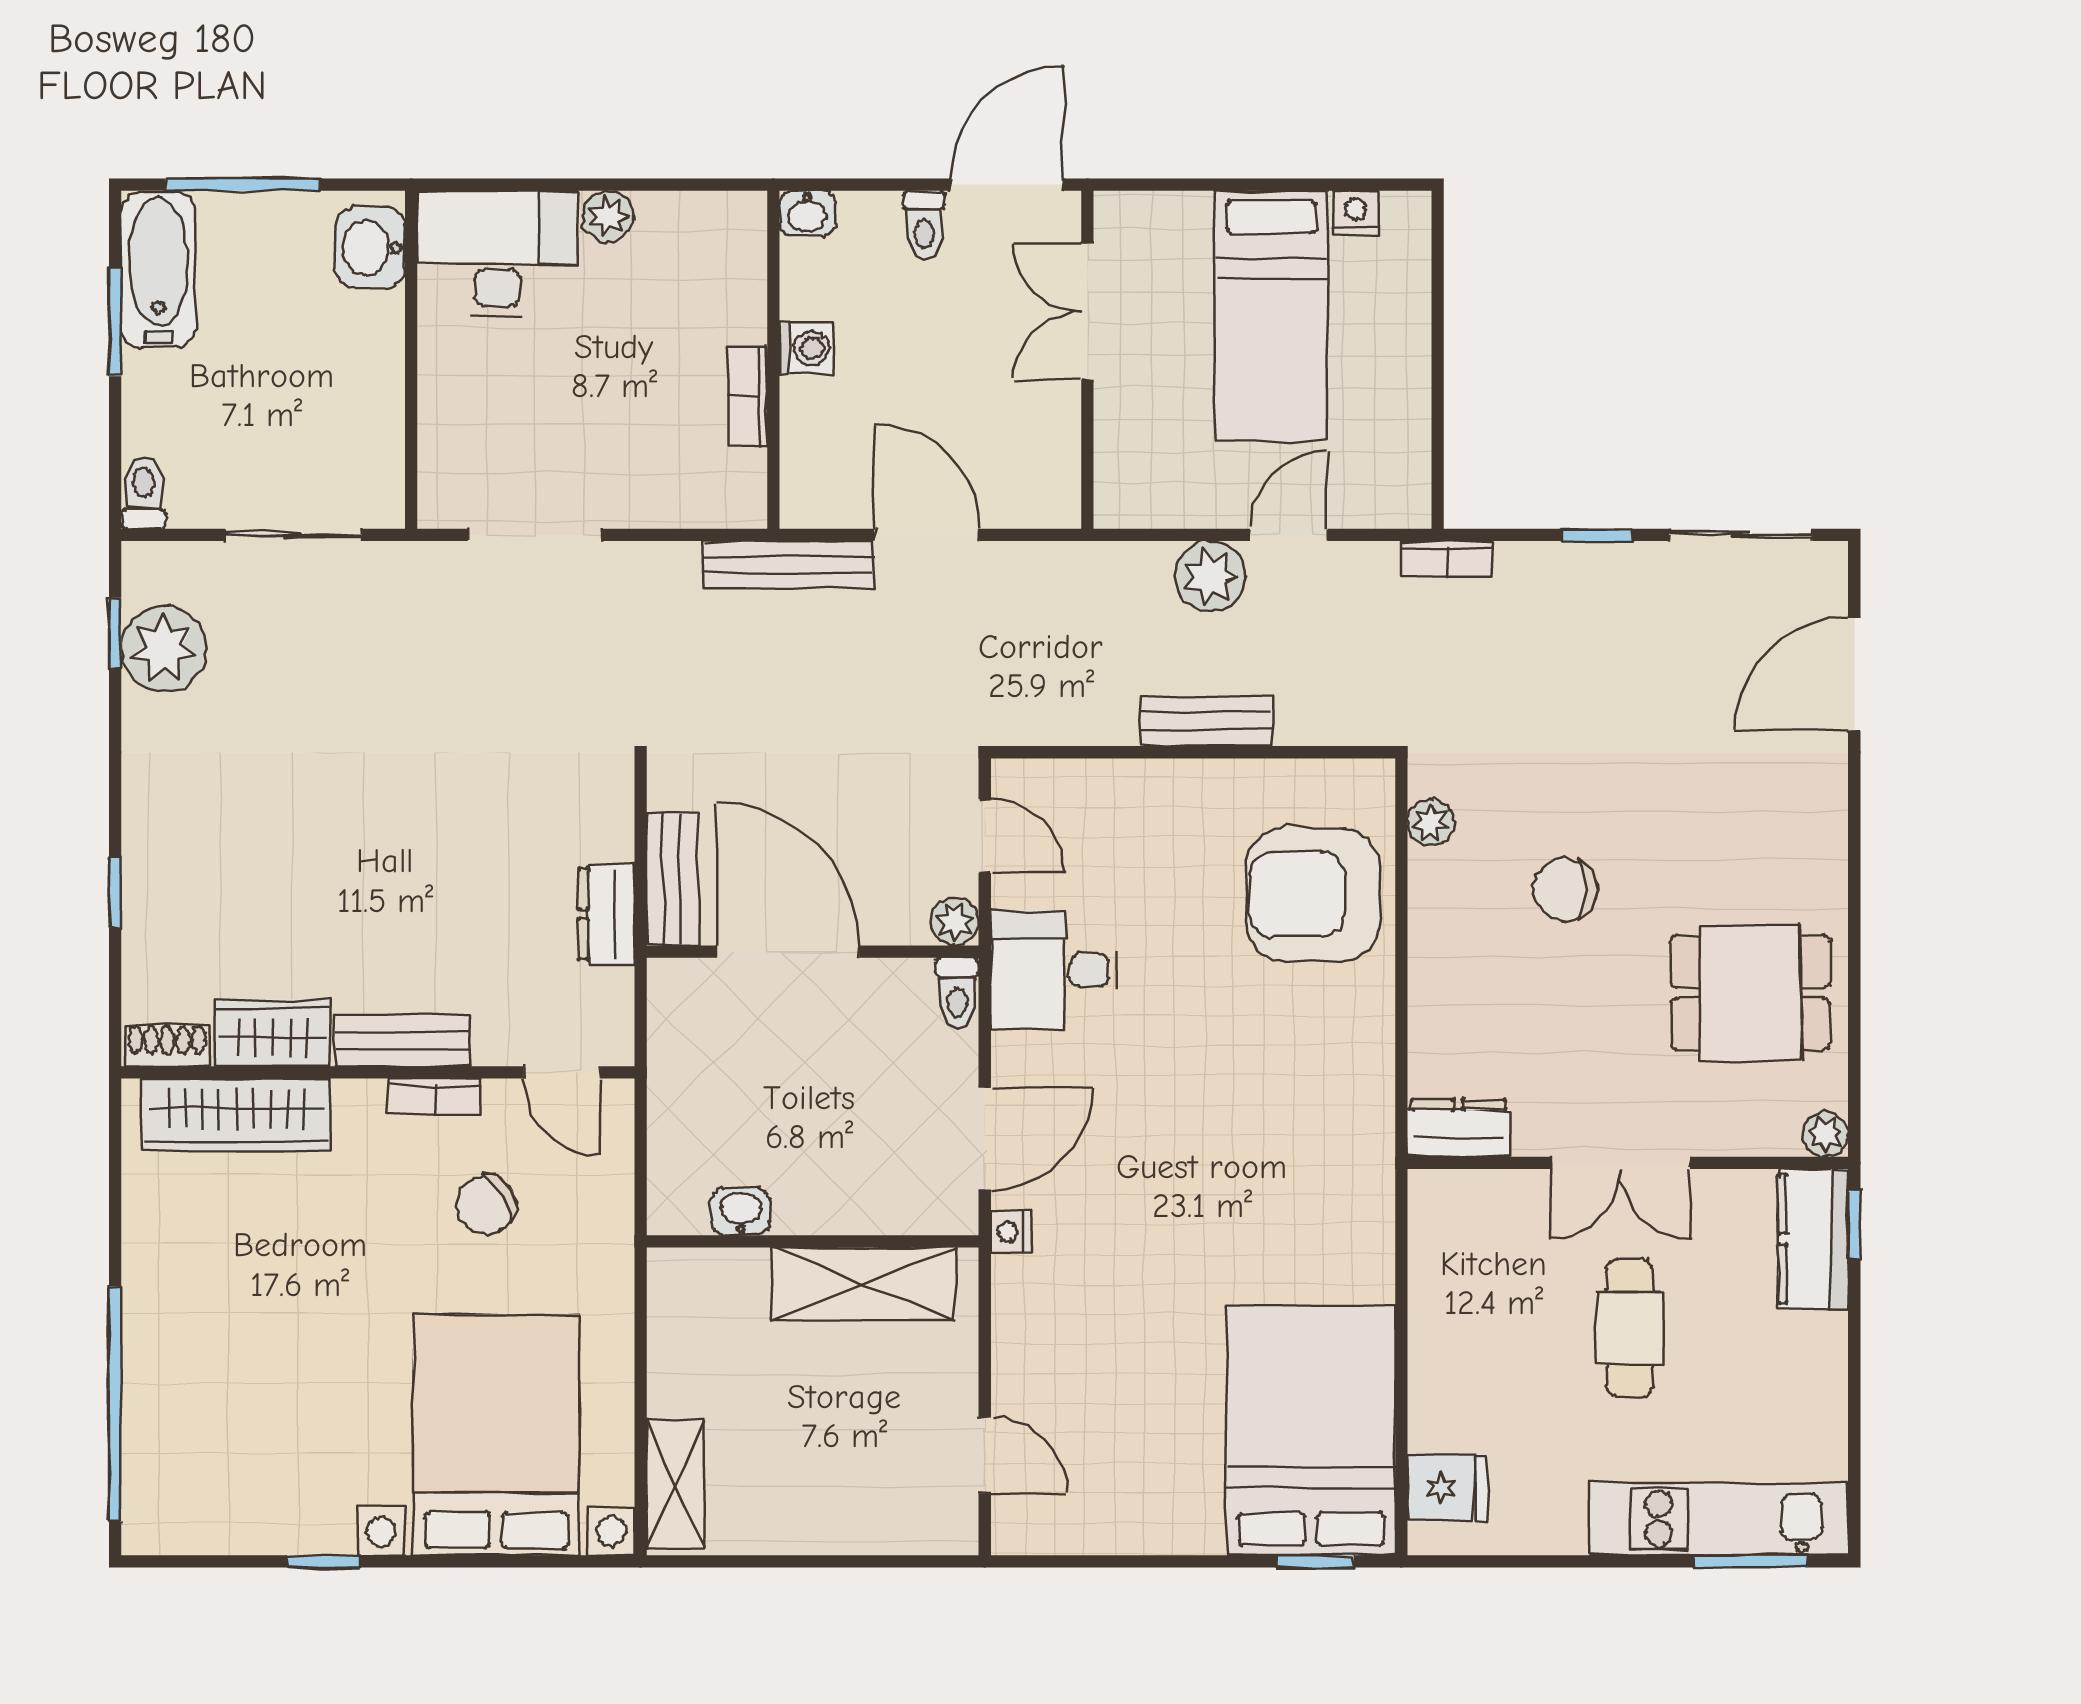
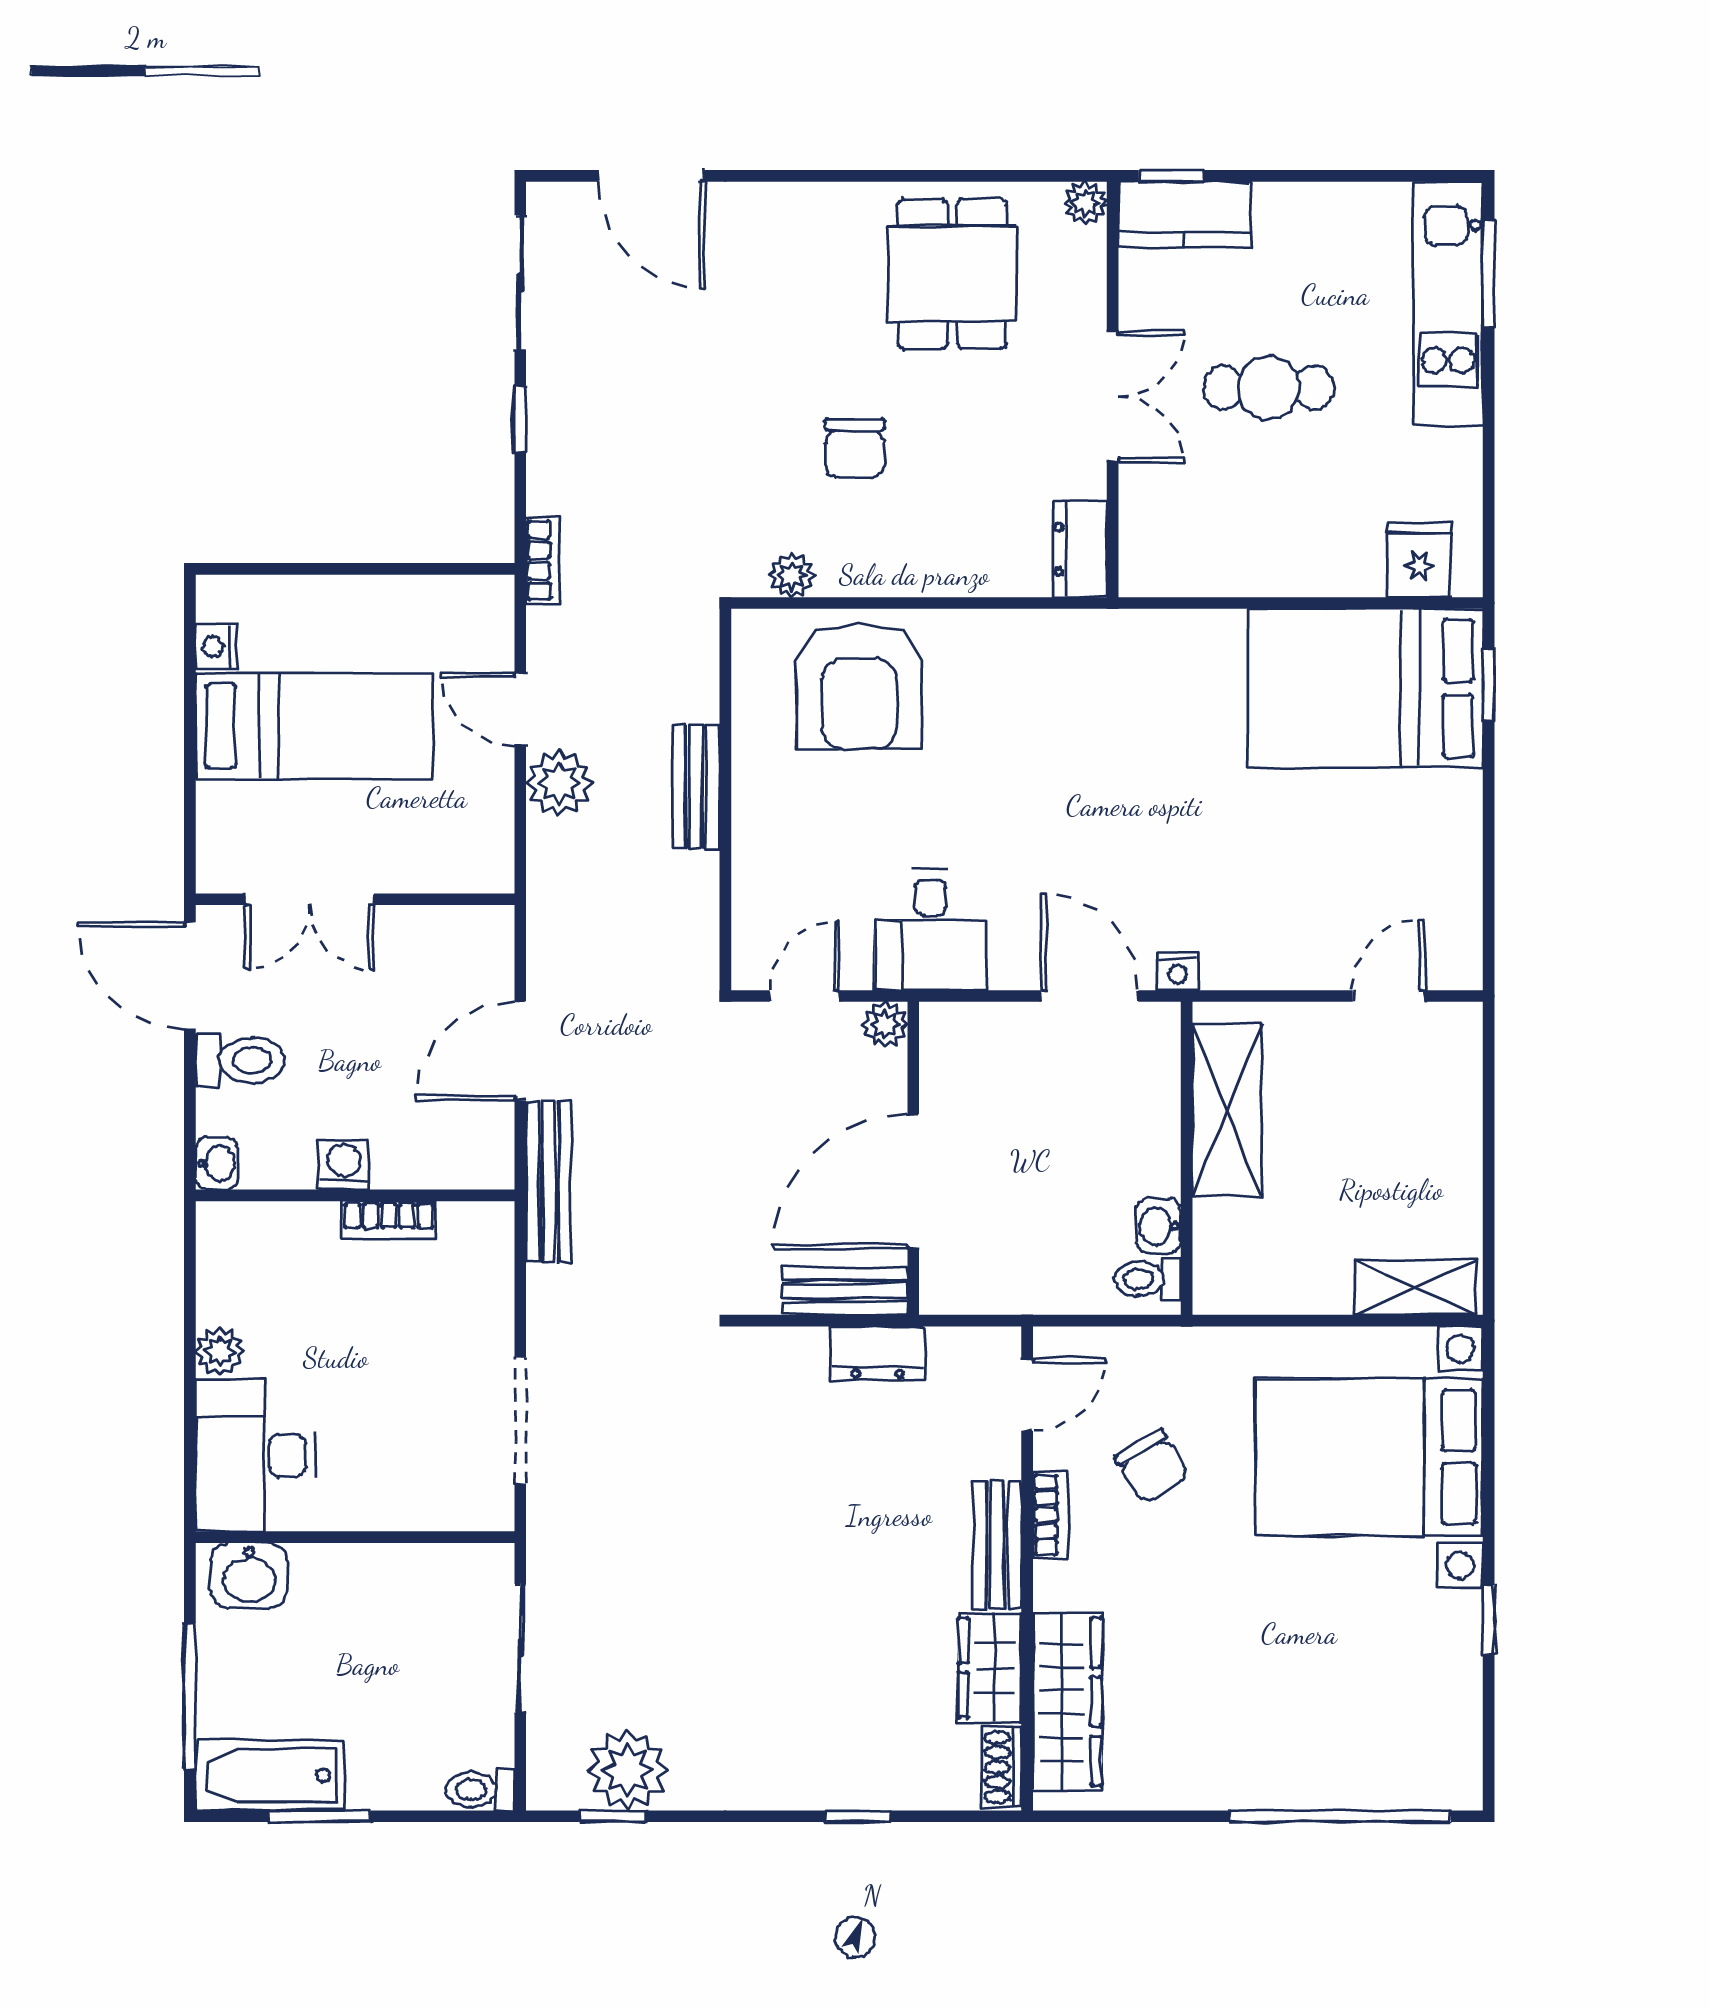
toilet: (924, 225) -> (240, 1060), width x1.37, depth x1.39
toilet: (957, 993) -> (1148, 1279), moved, turned 180

